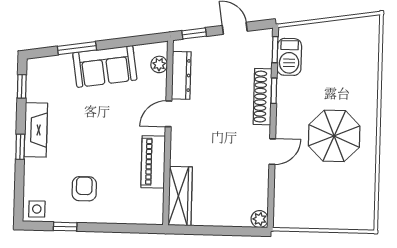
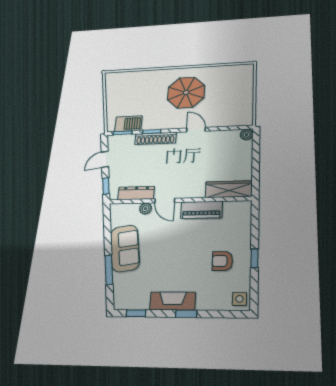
plant: (159, 64) -> (146, 209), moved
window: (65, 227) -> (255, 258), moved

